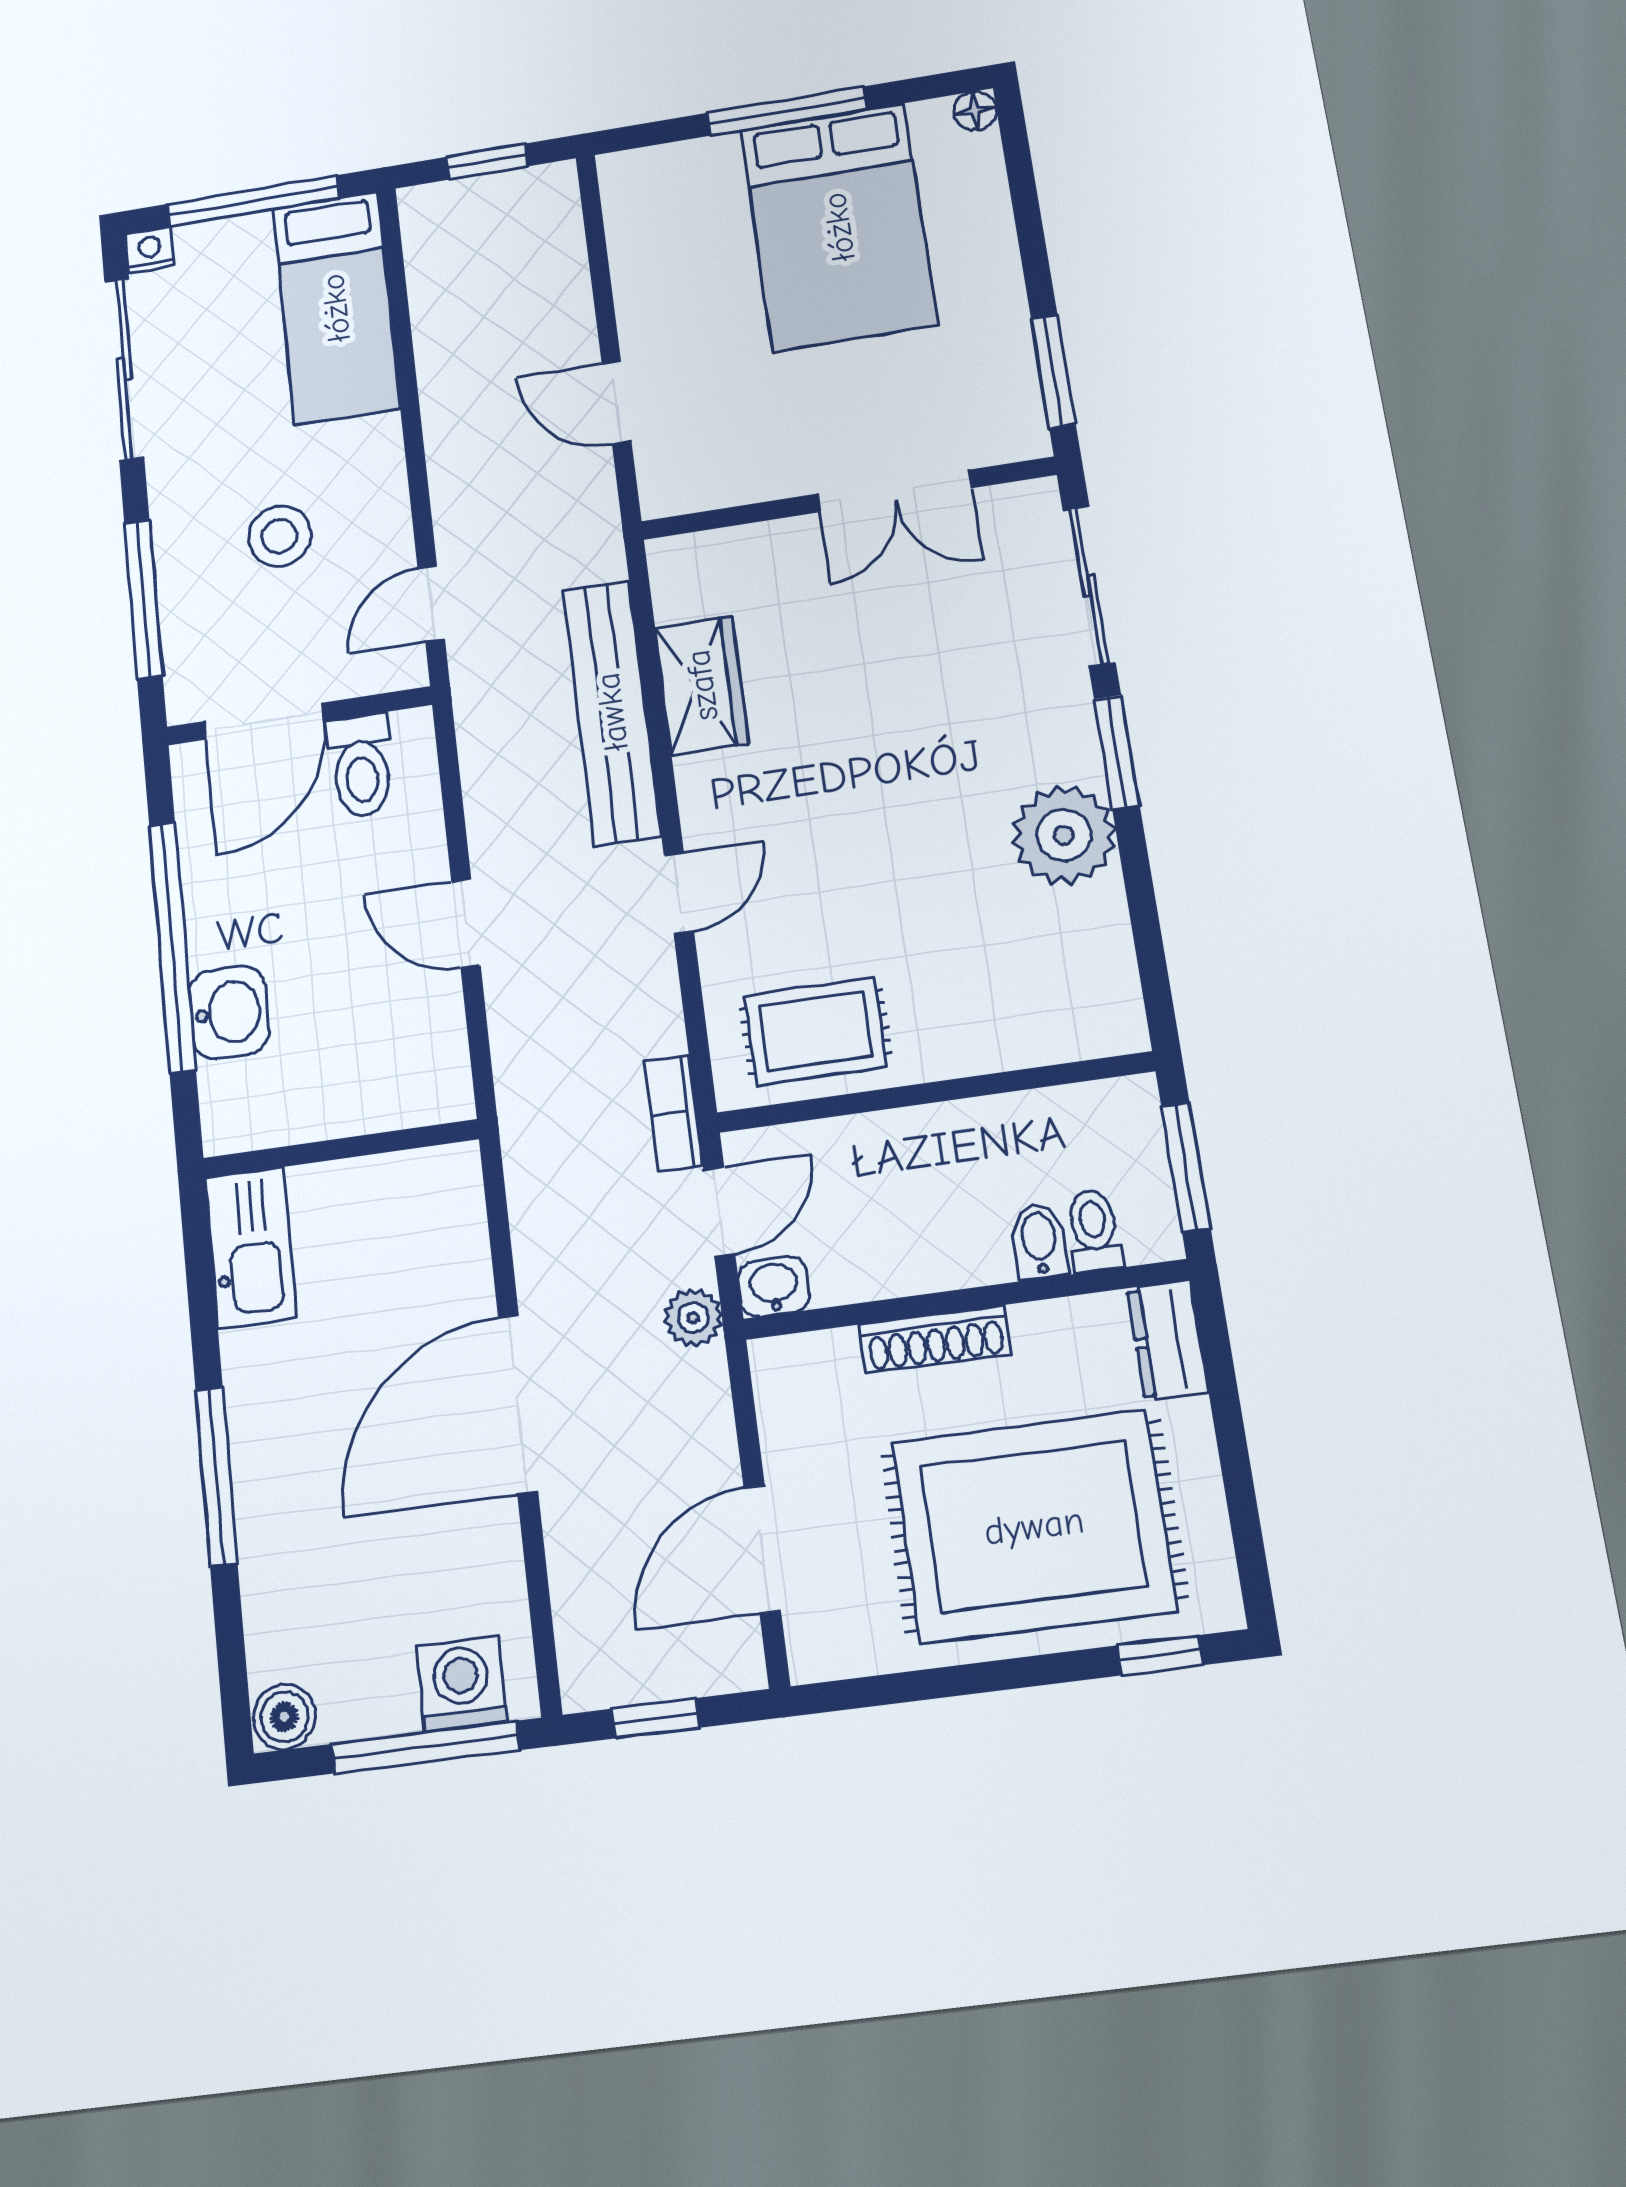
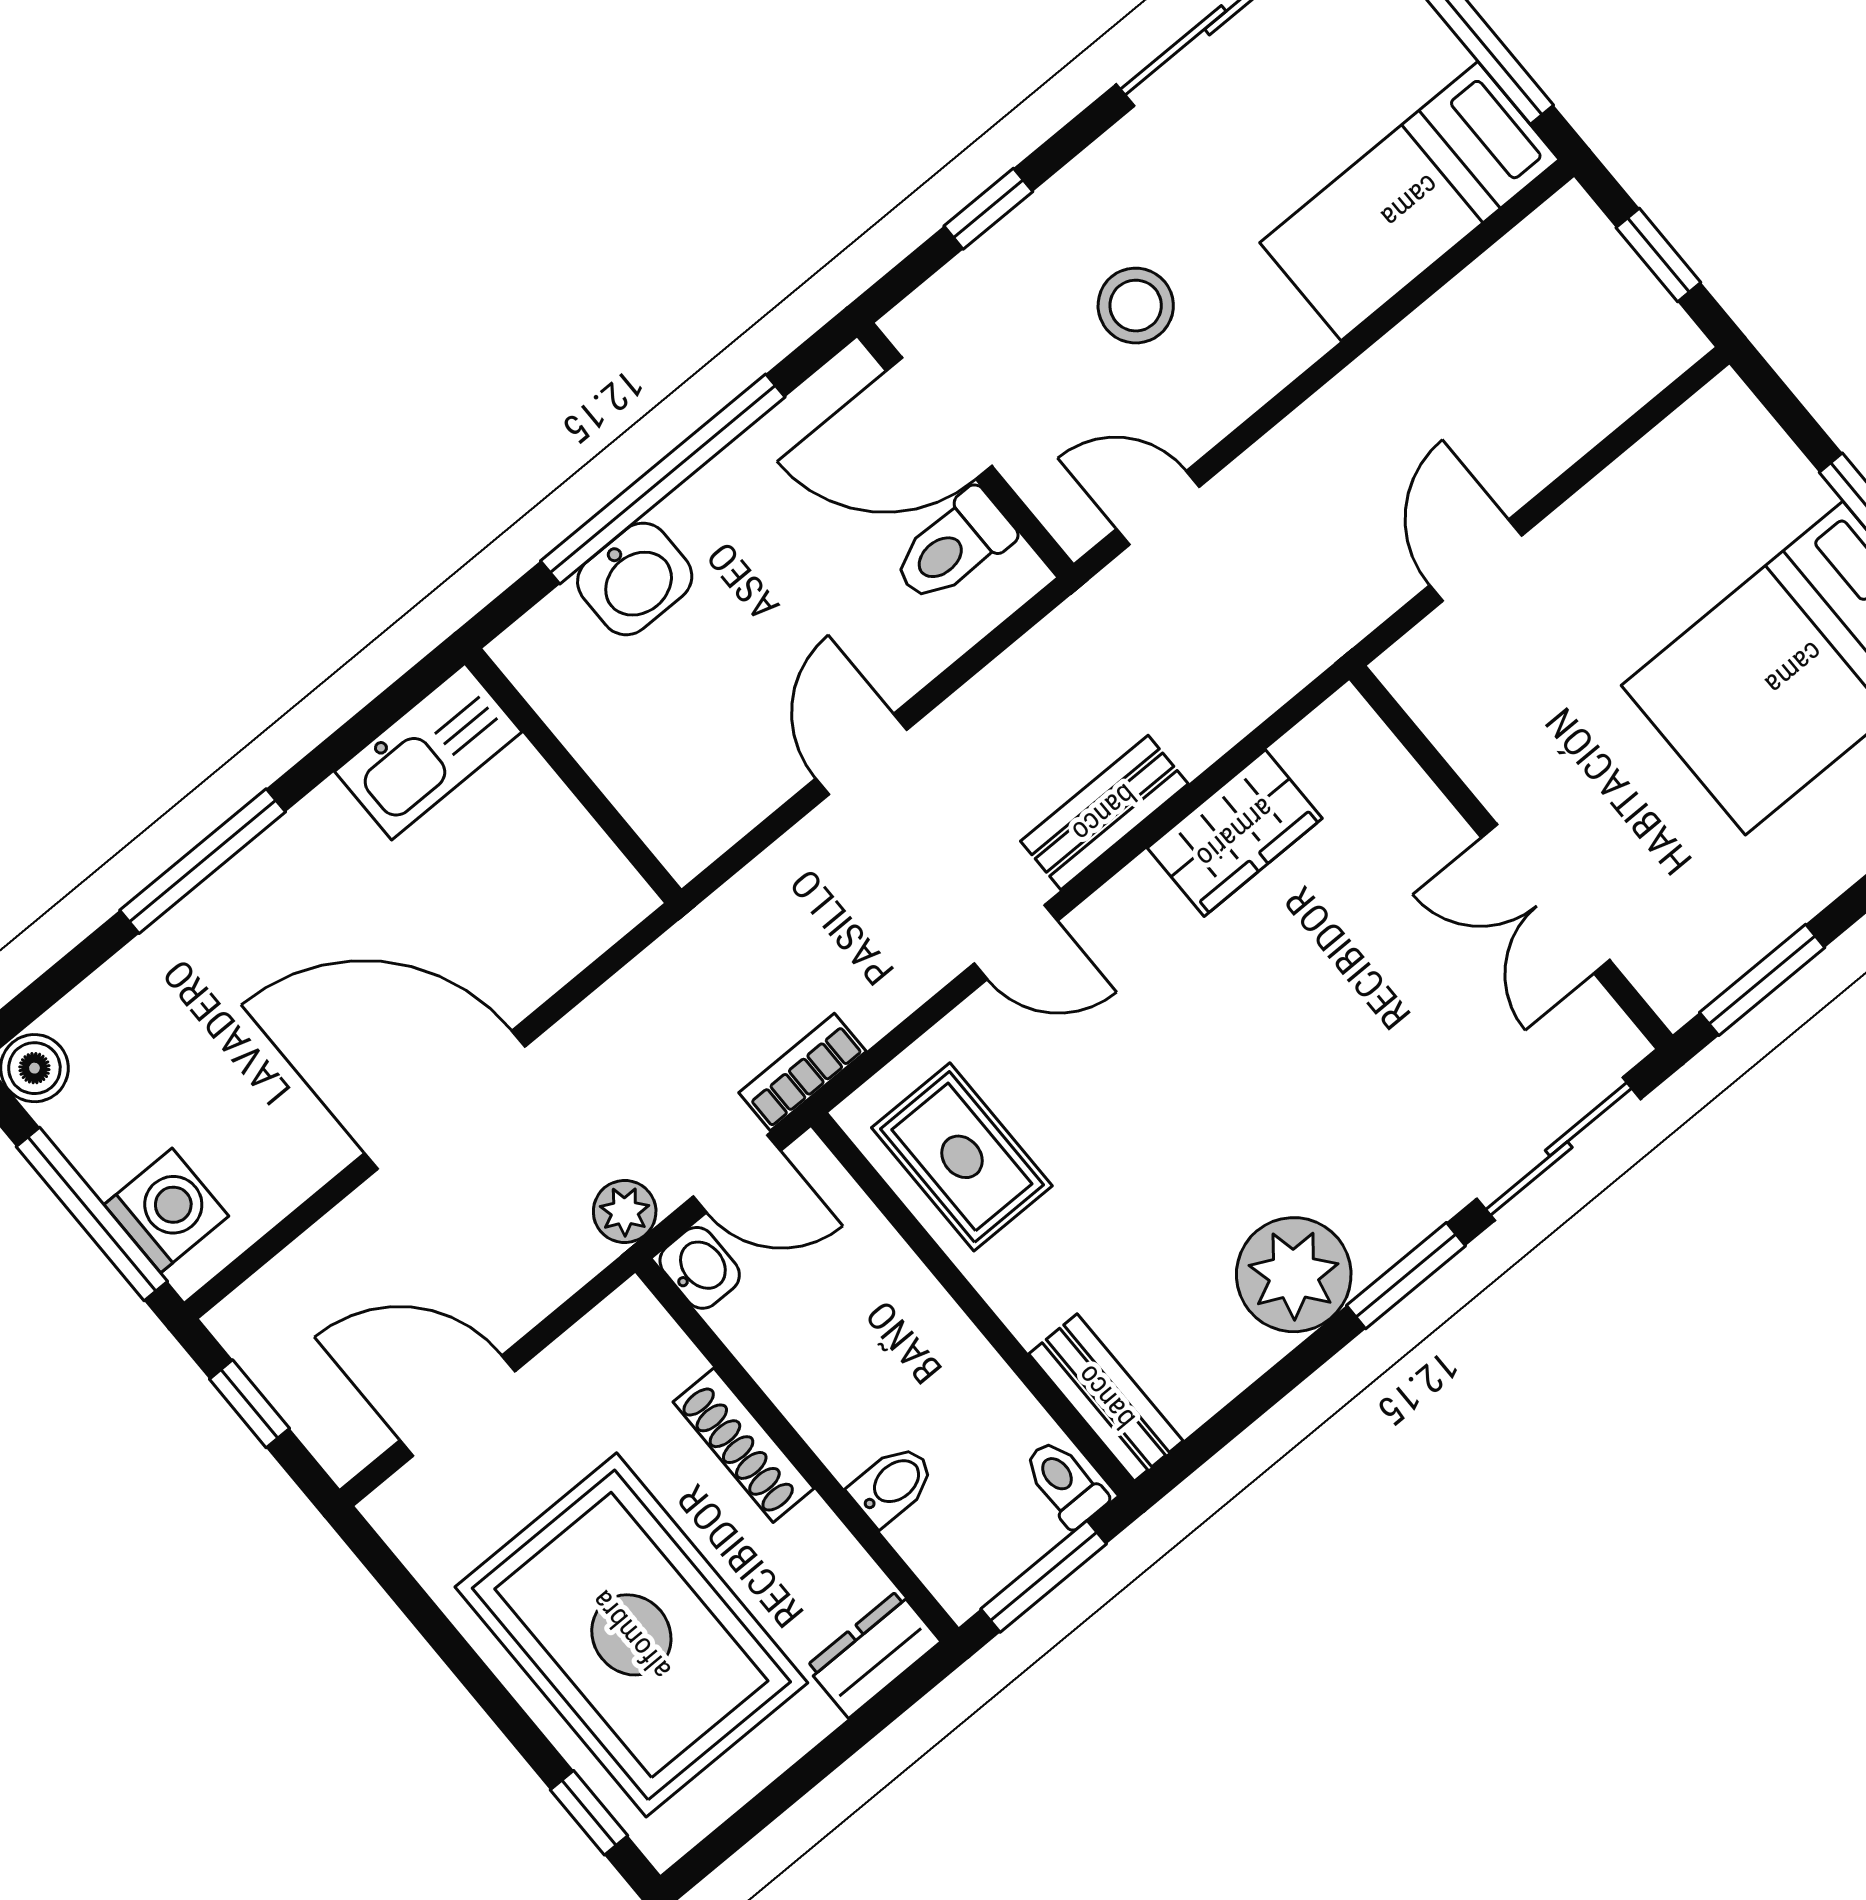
window: (143, 599) -> (988, 209), width x0.46
bench: (612, 712) -> (1104, 813), width x0.54, depth x0.82
bench: (1072, 1033) -> (1106, 1397), added
toilet: (1094, 1231) -> (1065, 1483), moved, turned -90

